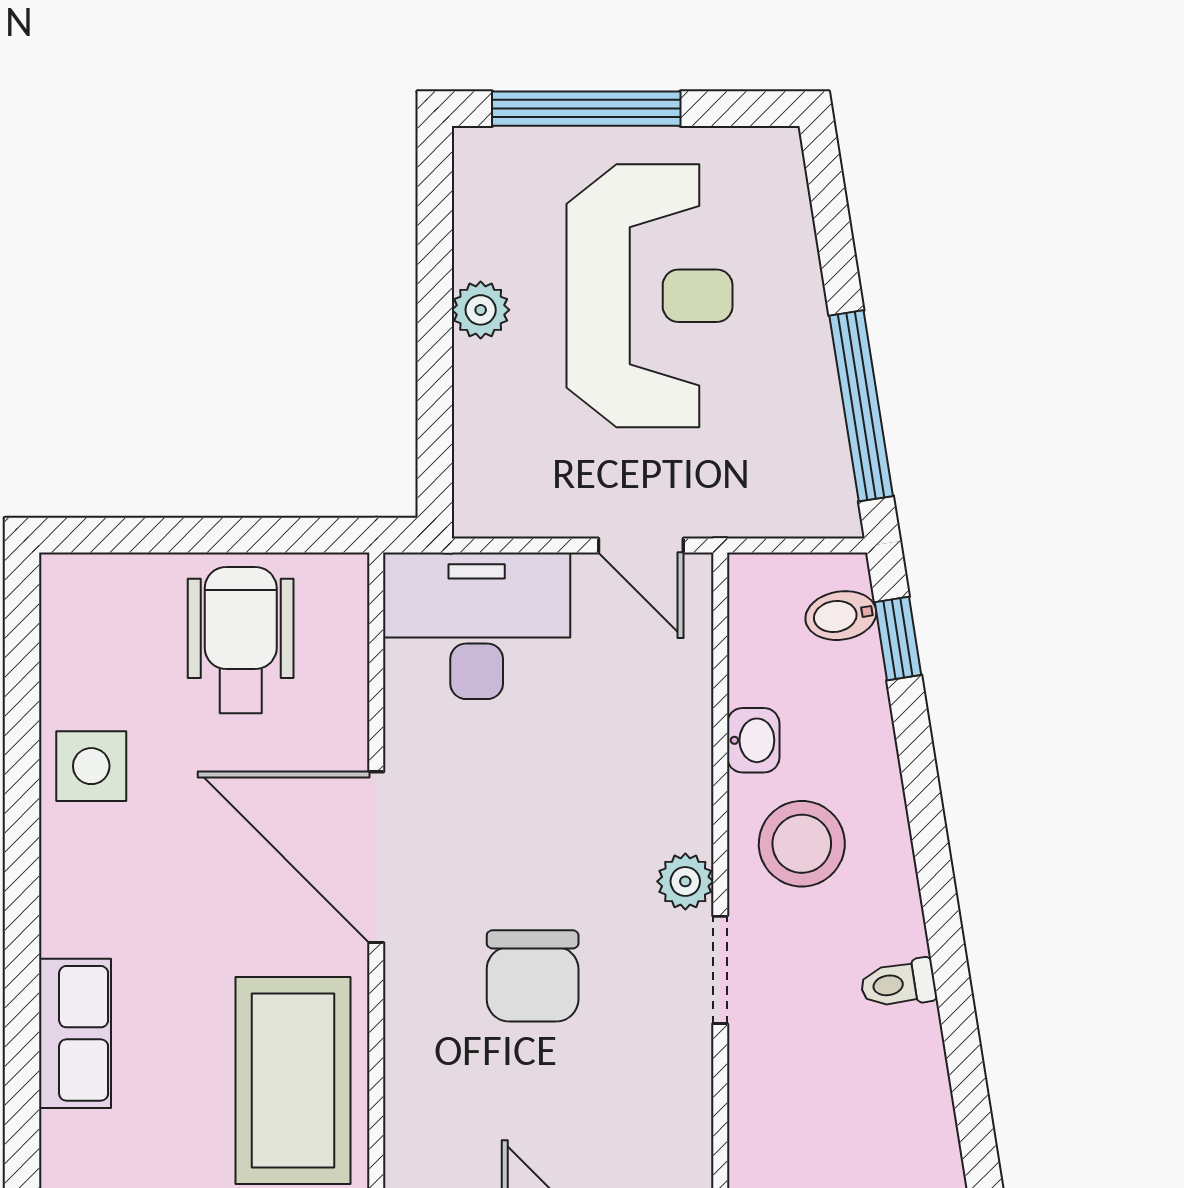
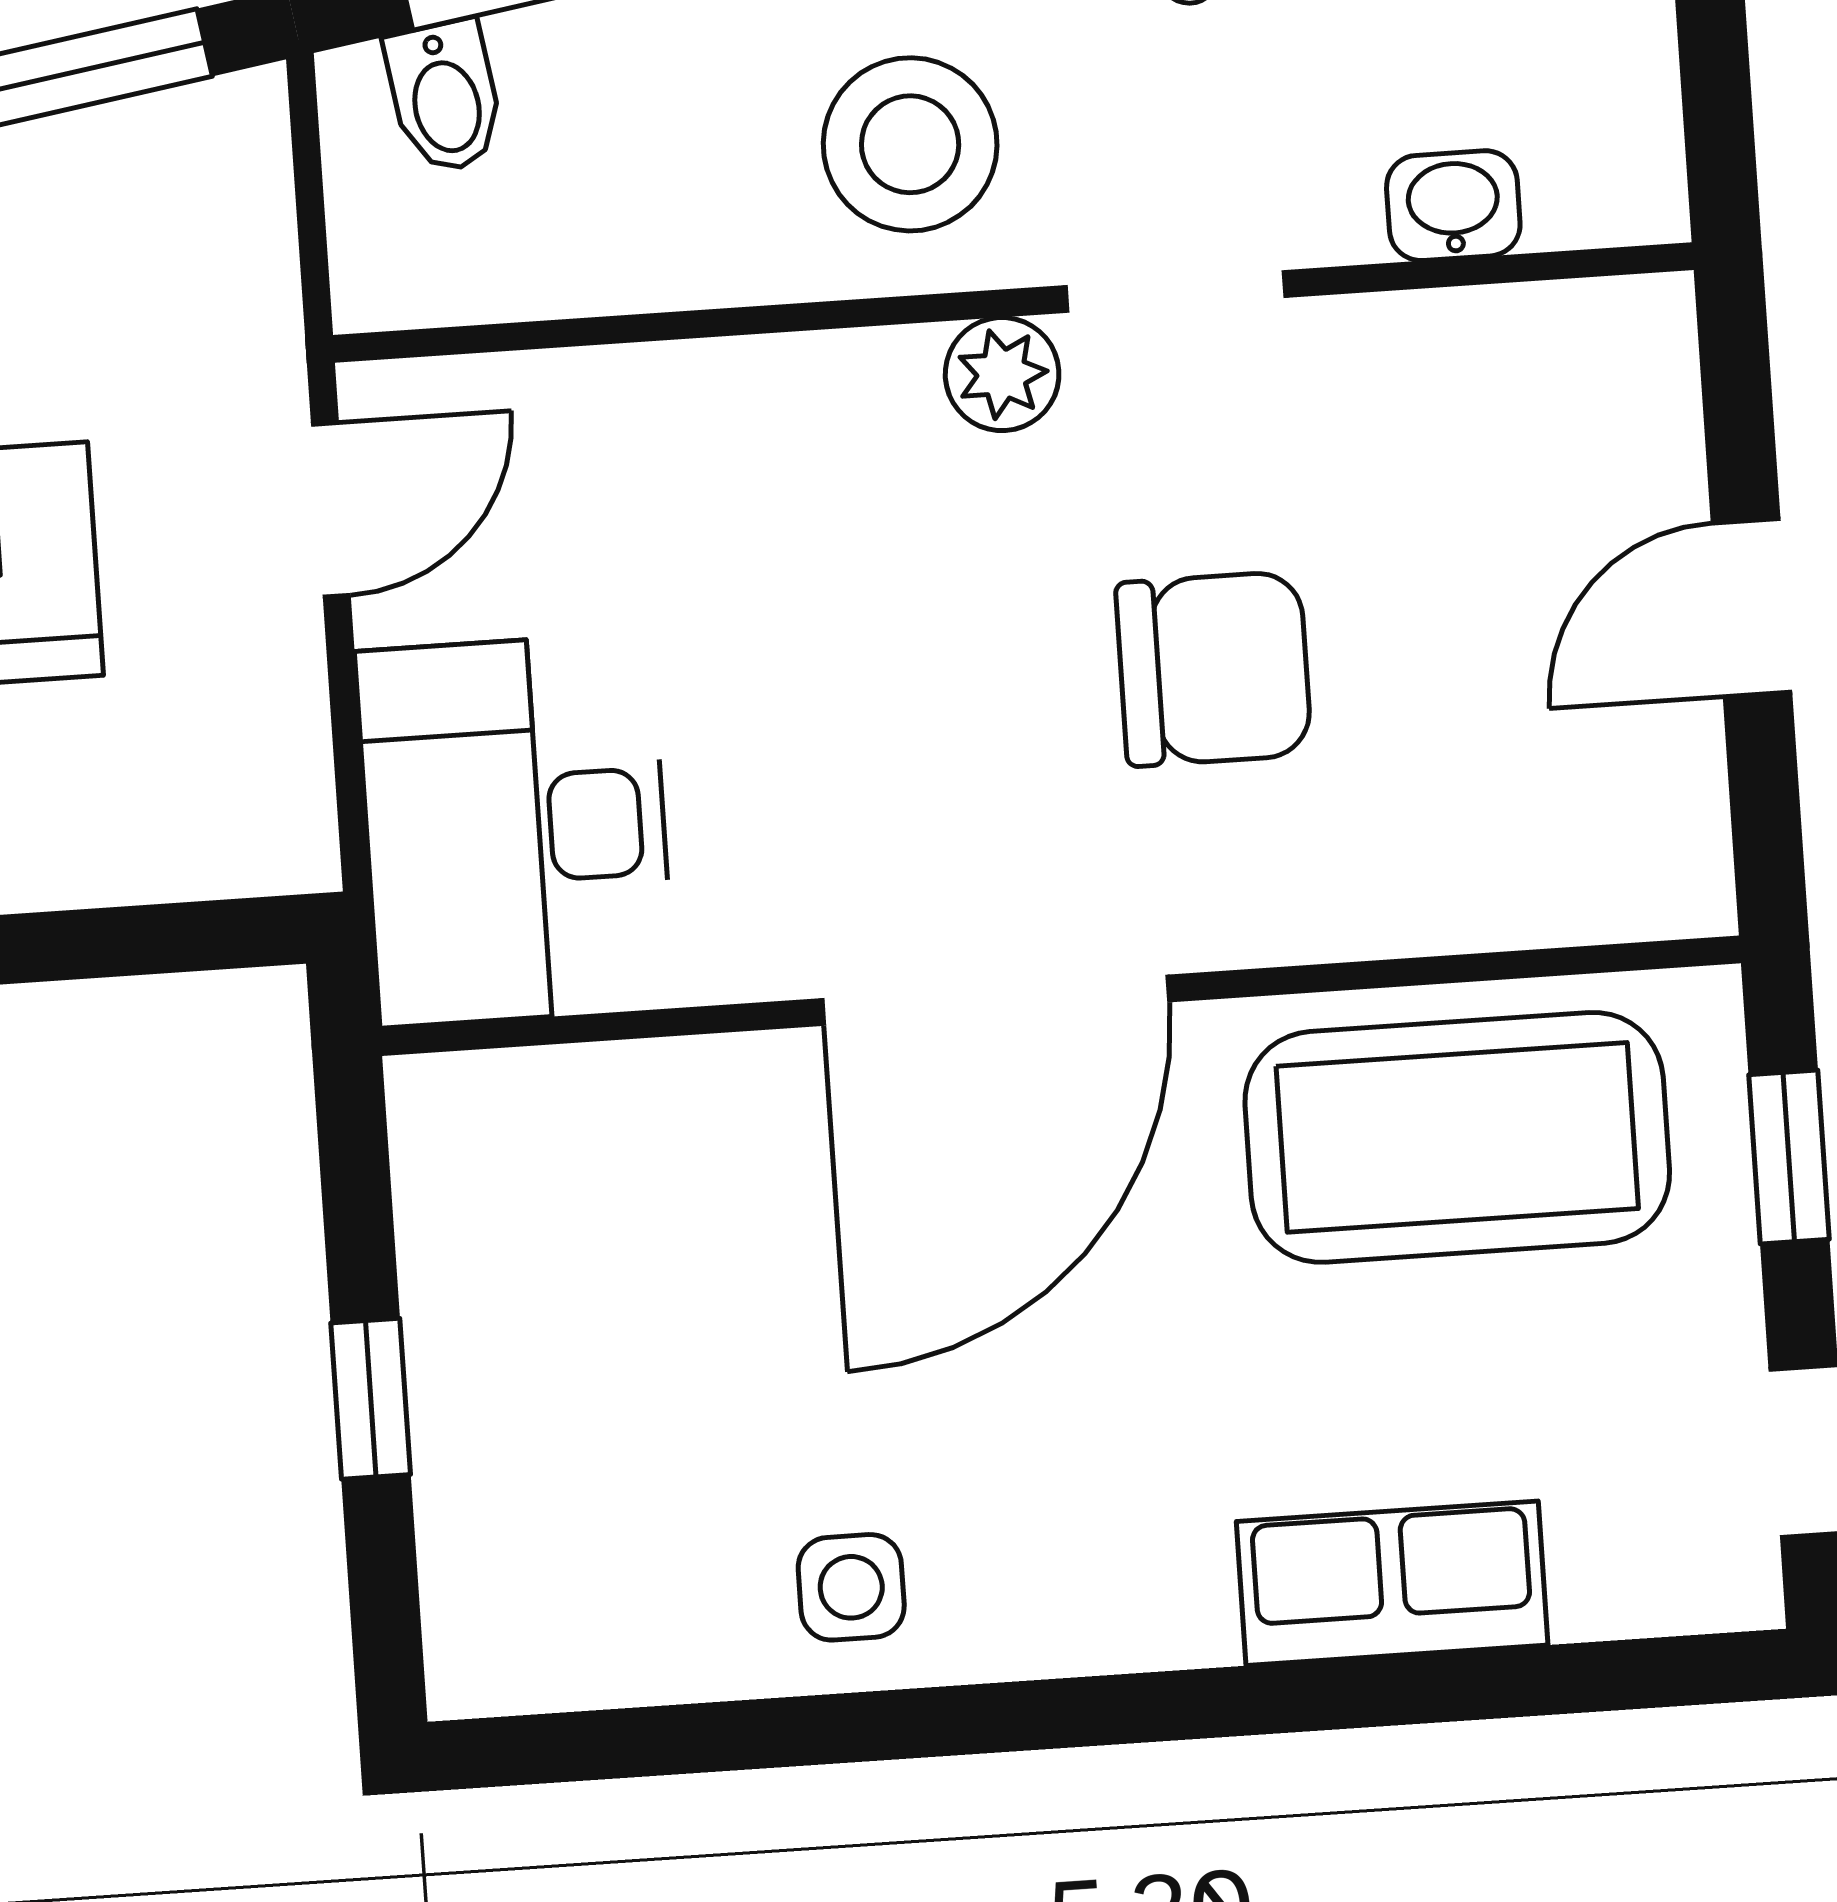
window: (201, 535) -> (371, 1399), added
wheelchair: (241, 640) -> (576, 1303), removed
washbasin: (753, 740) -> (1453, 206), moved
side table: (91, 766) -> (851, 1587), width x0.73, depth x0.73

